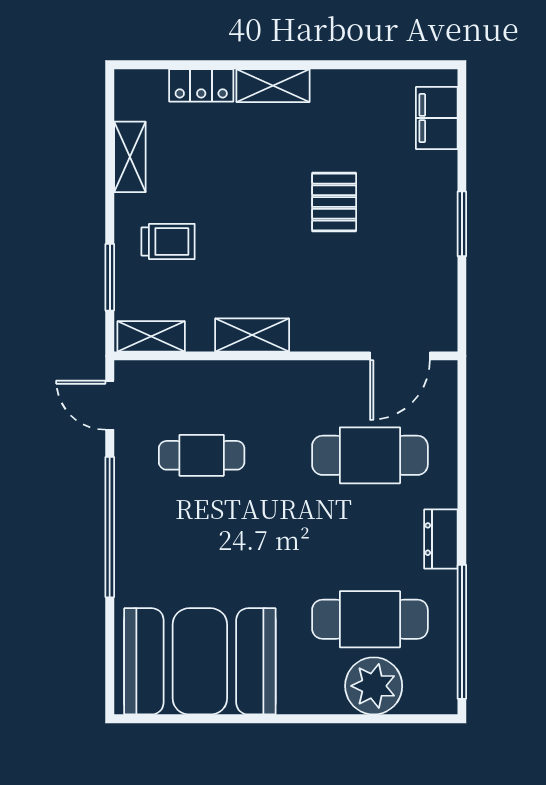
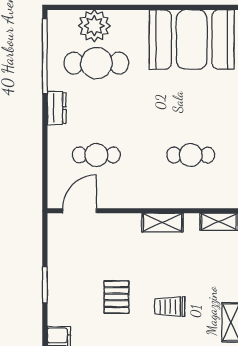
trolley: (168, 241) -> (170, 307), moved
cafe table: (370, 455) -> (96, 155), width x0.73, depth x0.74

